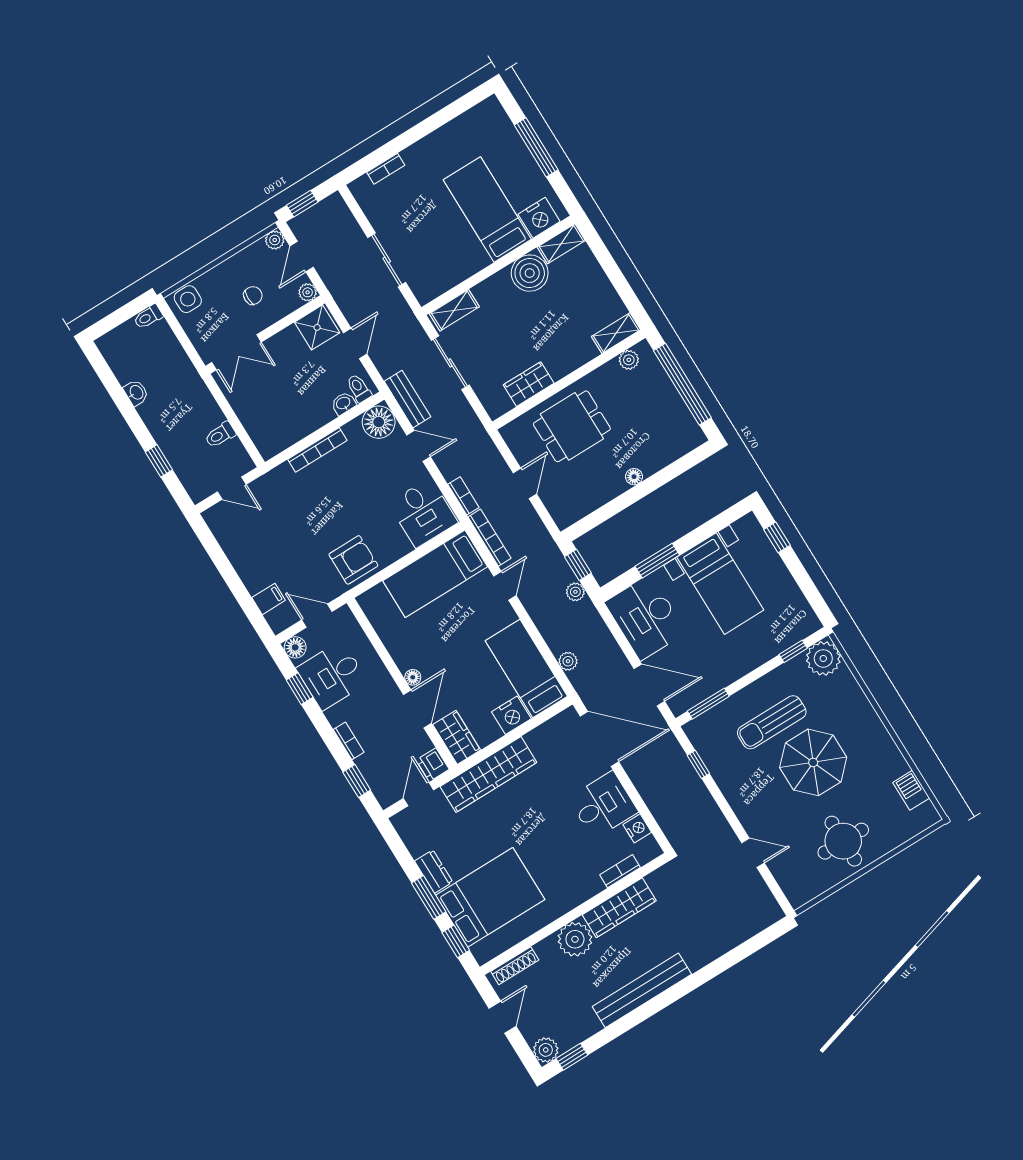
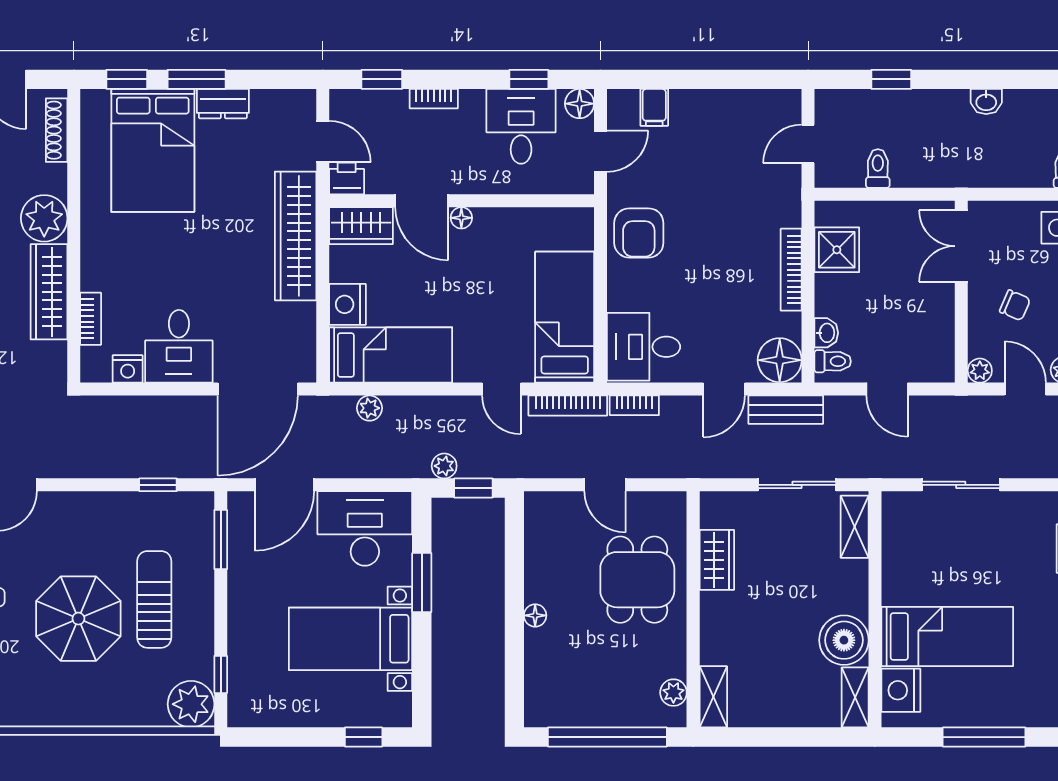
chair: (253, 296) -> (1015, 305), turned -67
shower: (317, 327) -> (837, 250), moved

